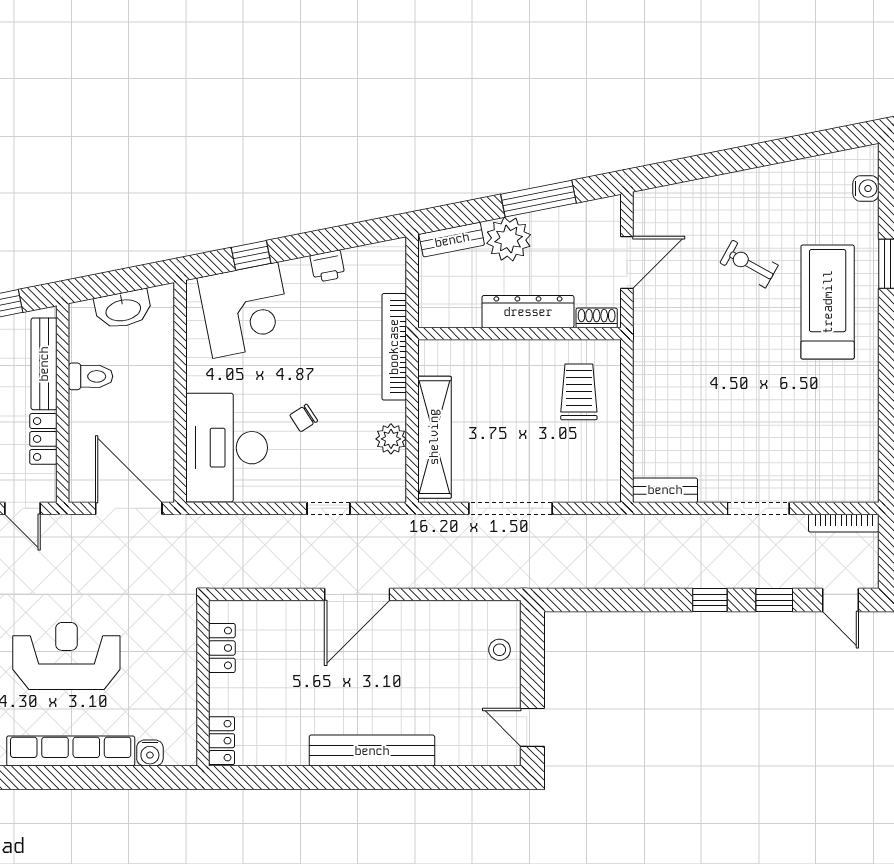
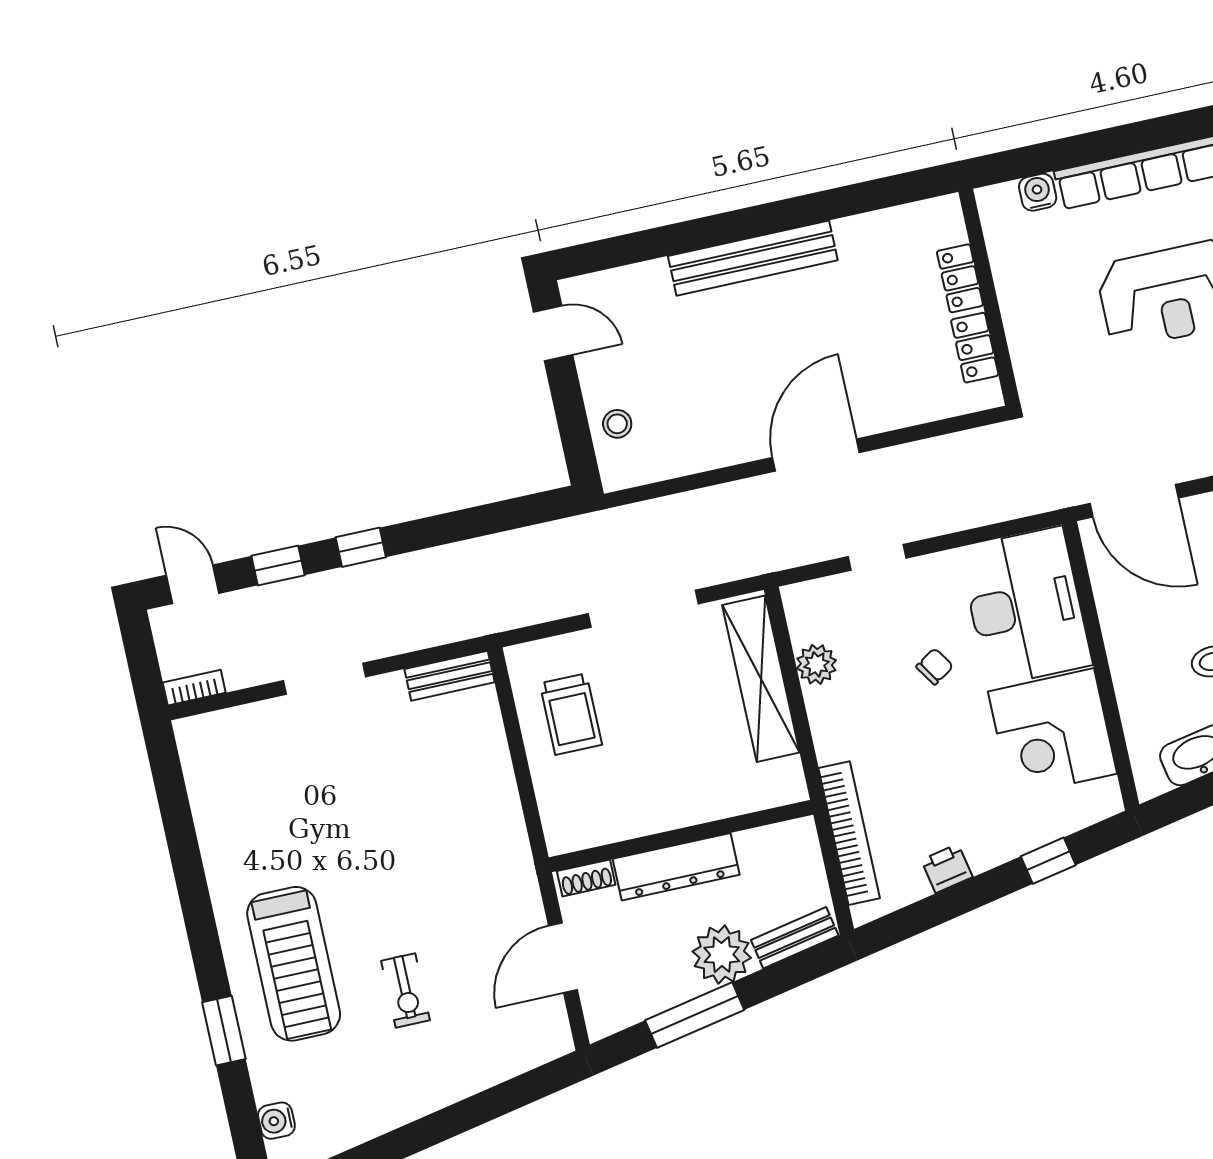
exercise bike: (749, 264) -> (405, 990), turned 61
corner desk: (245, 310) -> (1053, 733), moved, turned -79
bookcase: (394, 347) -> (849, 833), moved
trolley: (579, 392) -> (571, 714), moved
bookcase: (844, 523) -> (194, 688), width x0.64
locker: (222, 741) -> (960, 278), moved

